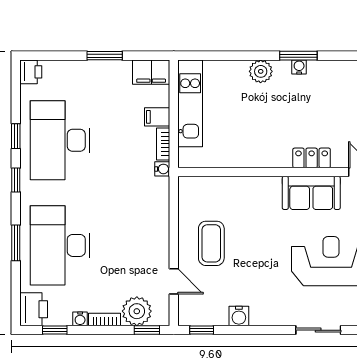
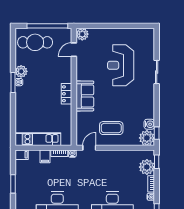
plant: (261, 71) -> (21, 71), moved
filing cabinet: (151, 72) -> (22, 155), width x0.50
locker: (312, 158) -> (67, 94), moved
sofa: (311, 193) -> (85, 96), moved
door: (174, 281) -> (89, 148), moved
plant: (192, 311) -> (147, 138), added
water cooler: (239, 316) -> (149, 124), moved

